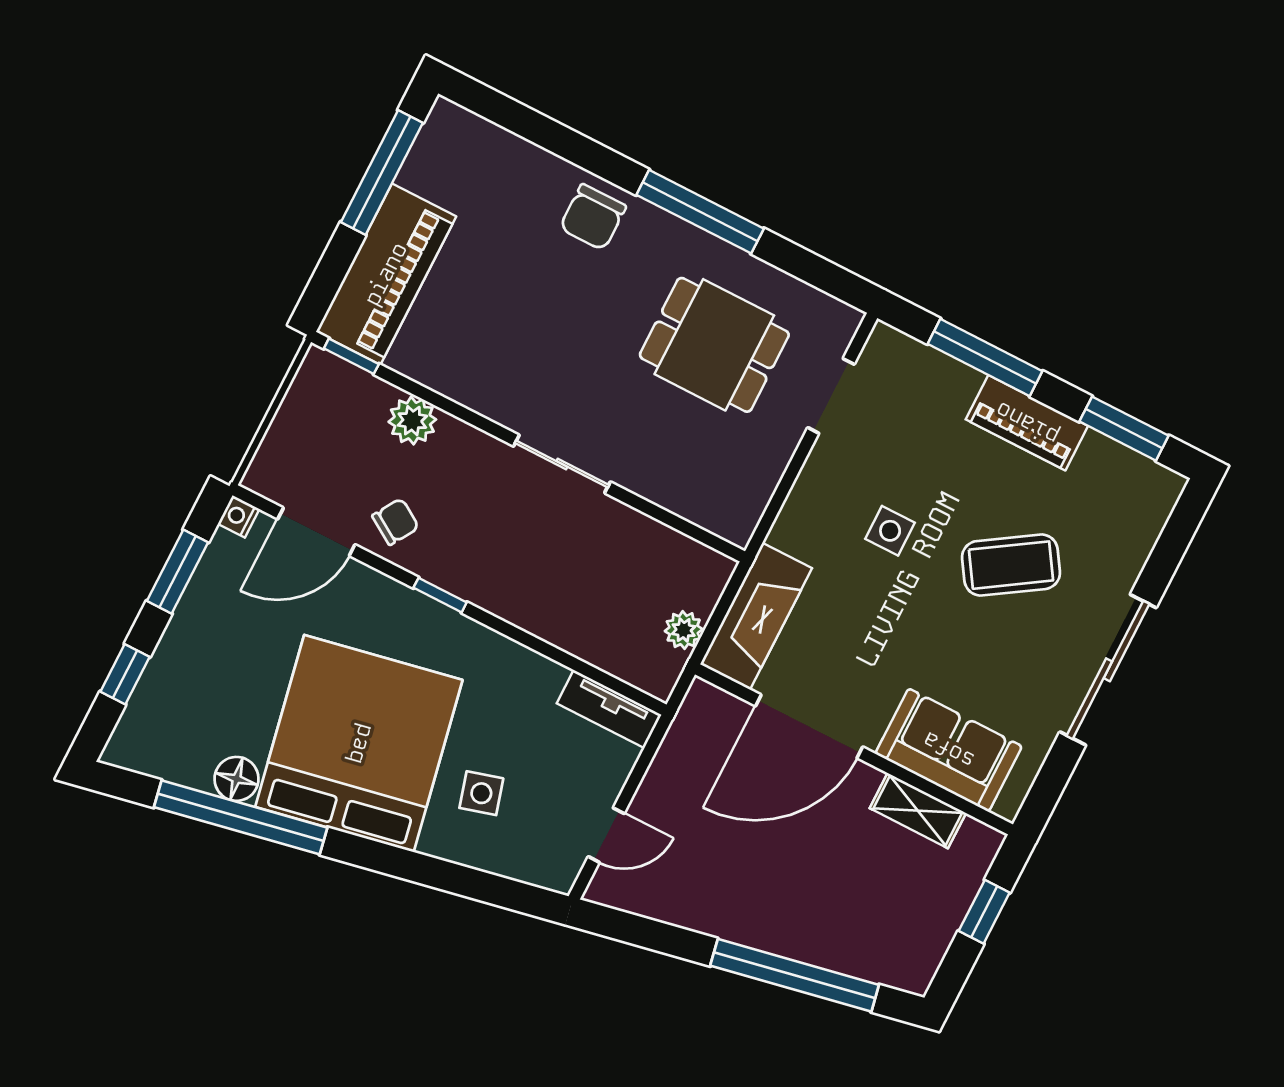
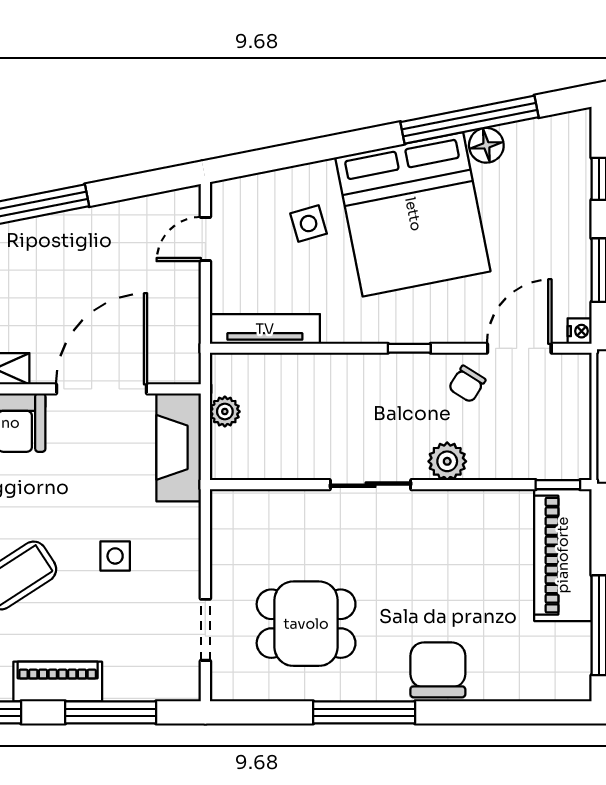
chair: (593, 217) -> (438, 670), width x1.37, depth x1.37
plant: (412, 421) -> (447, 461), moved
tv unit: (609, 709) -> (265, 329), width x1.41

